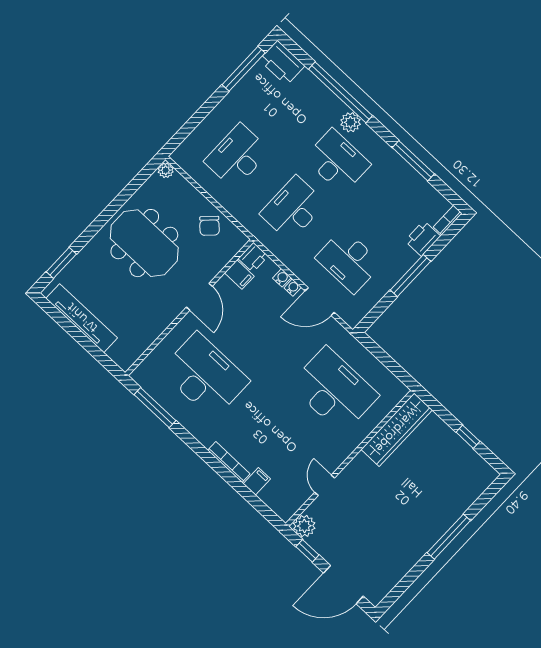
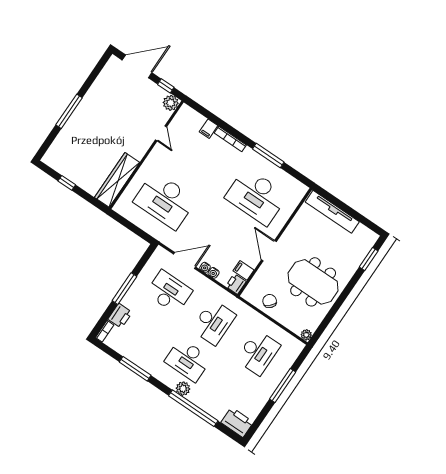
window: (244, 69) -> (283, 385), moved
tv unit: (82, 318) -> (332, 212), moved
window: (155, 408) -> (268, 156), moved

